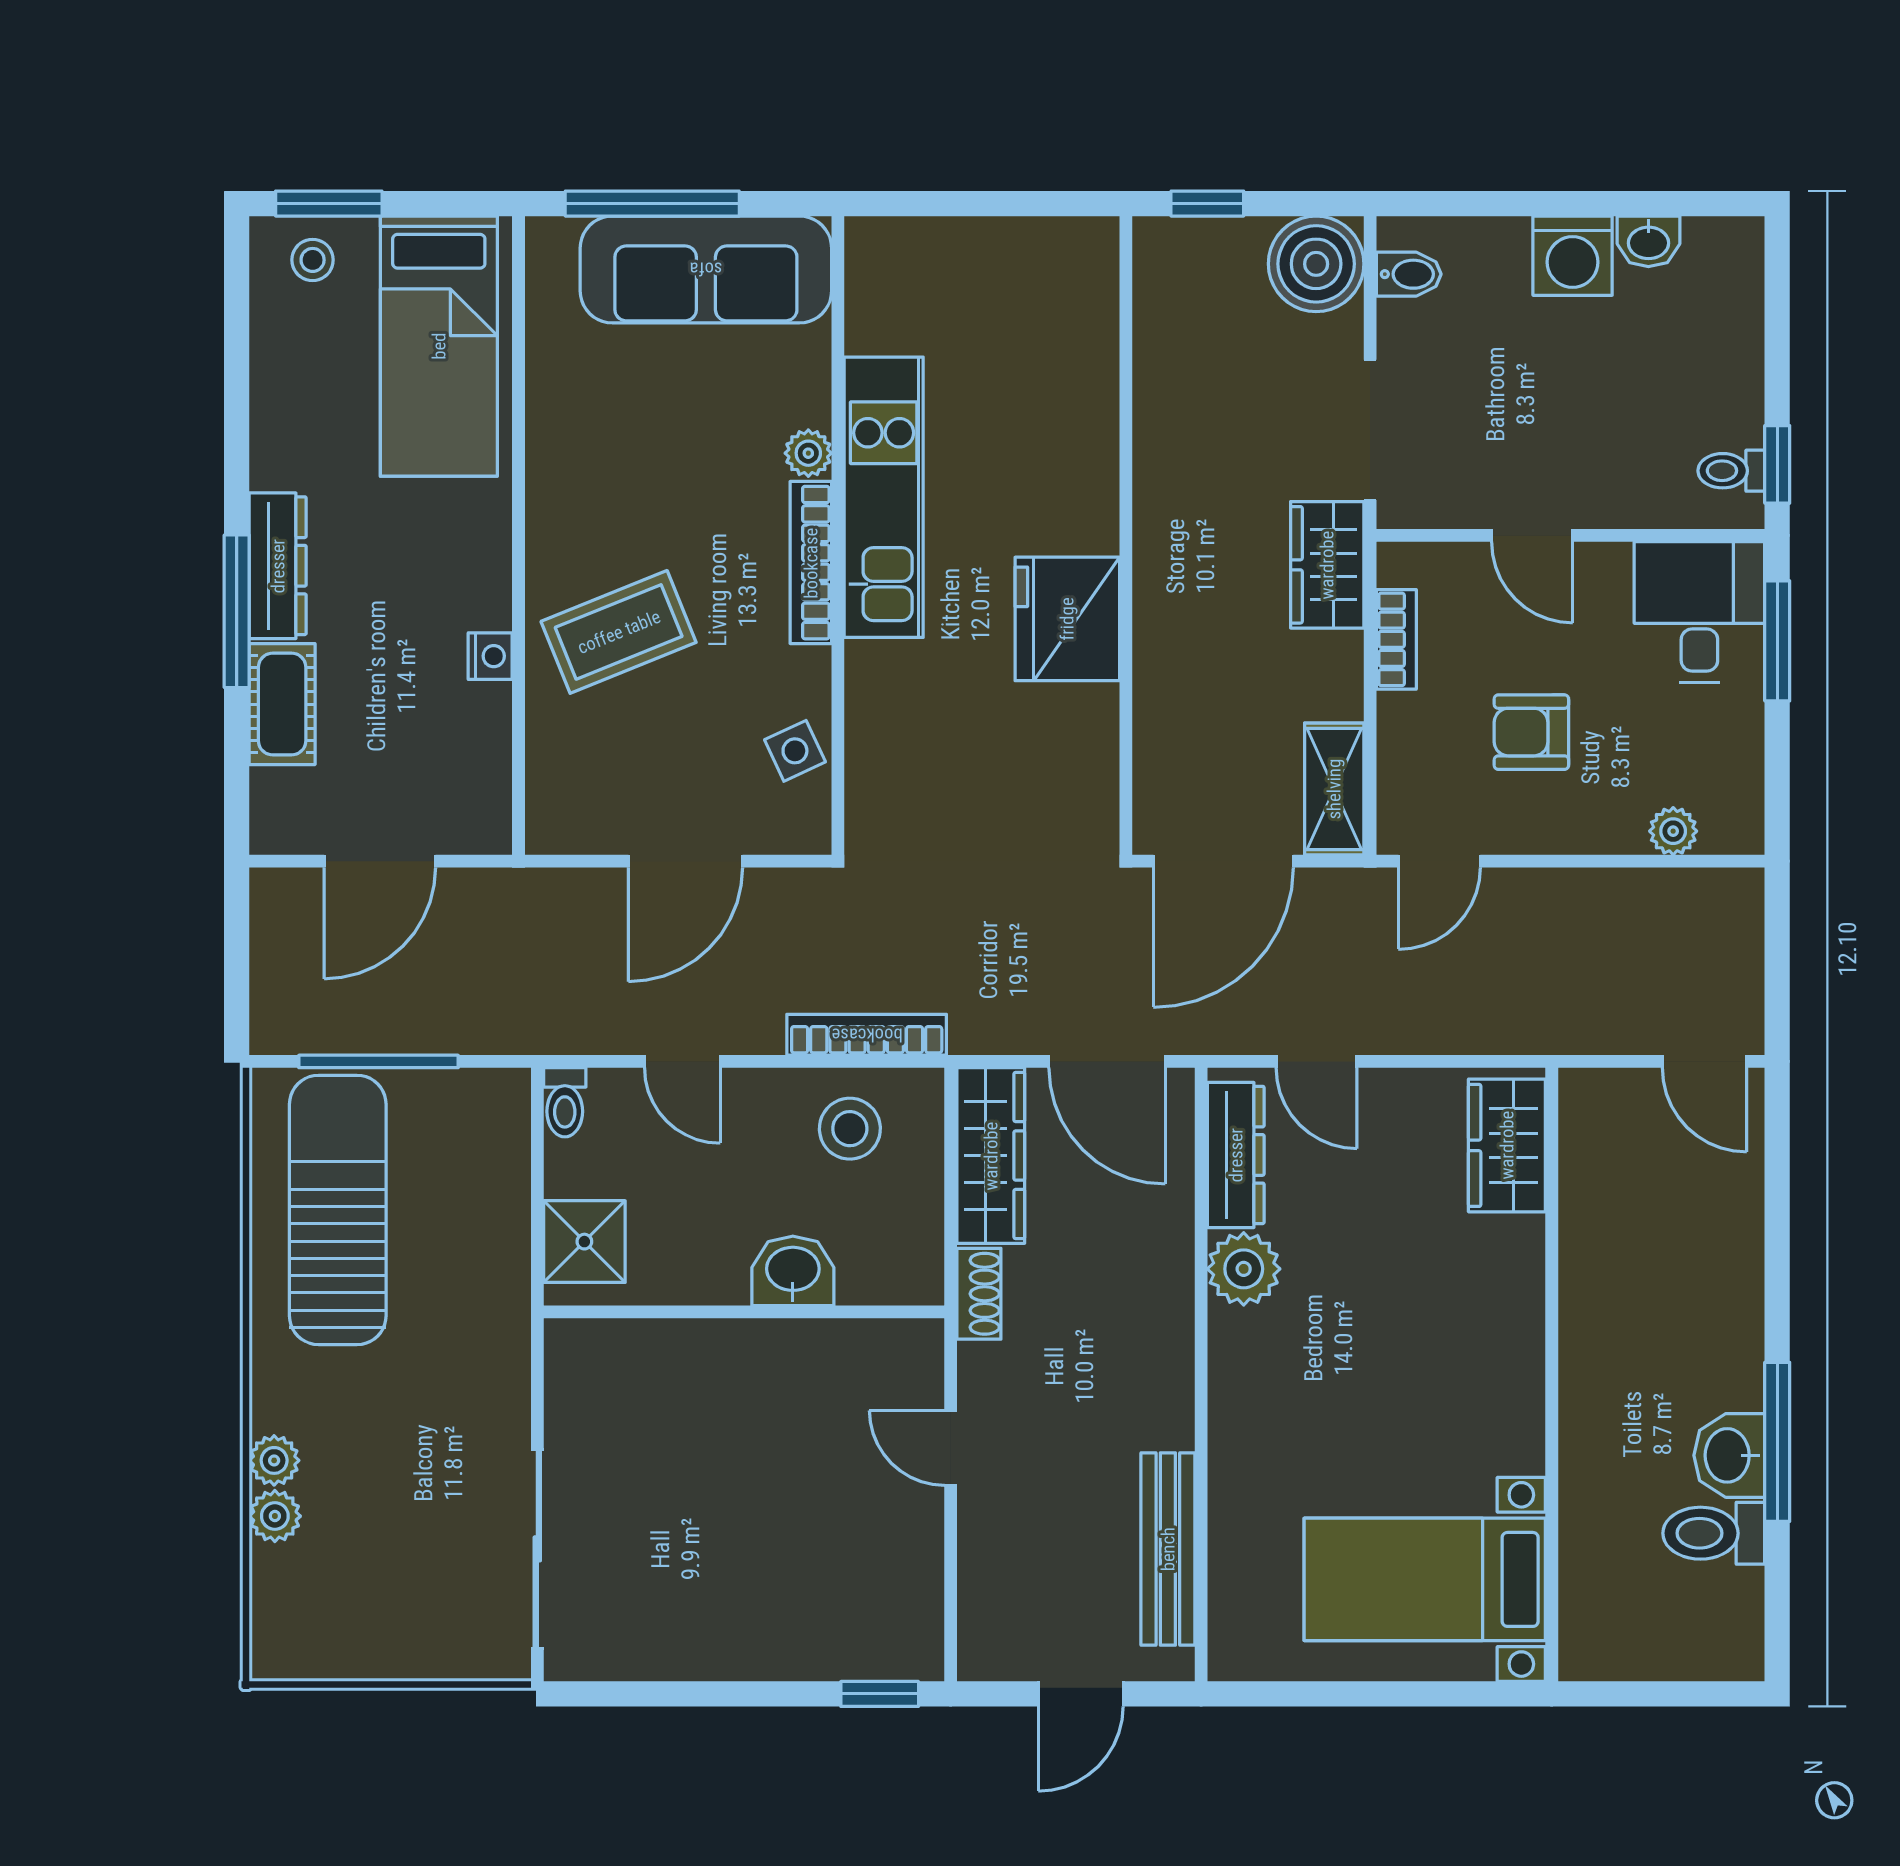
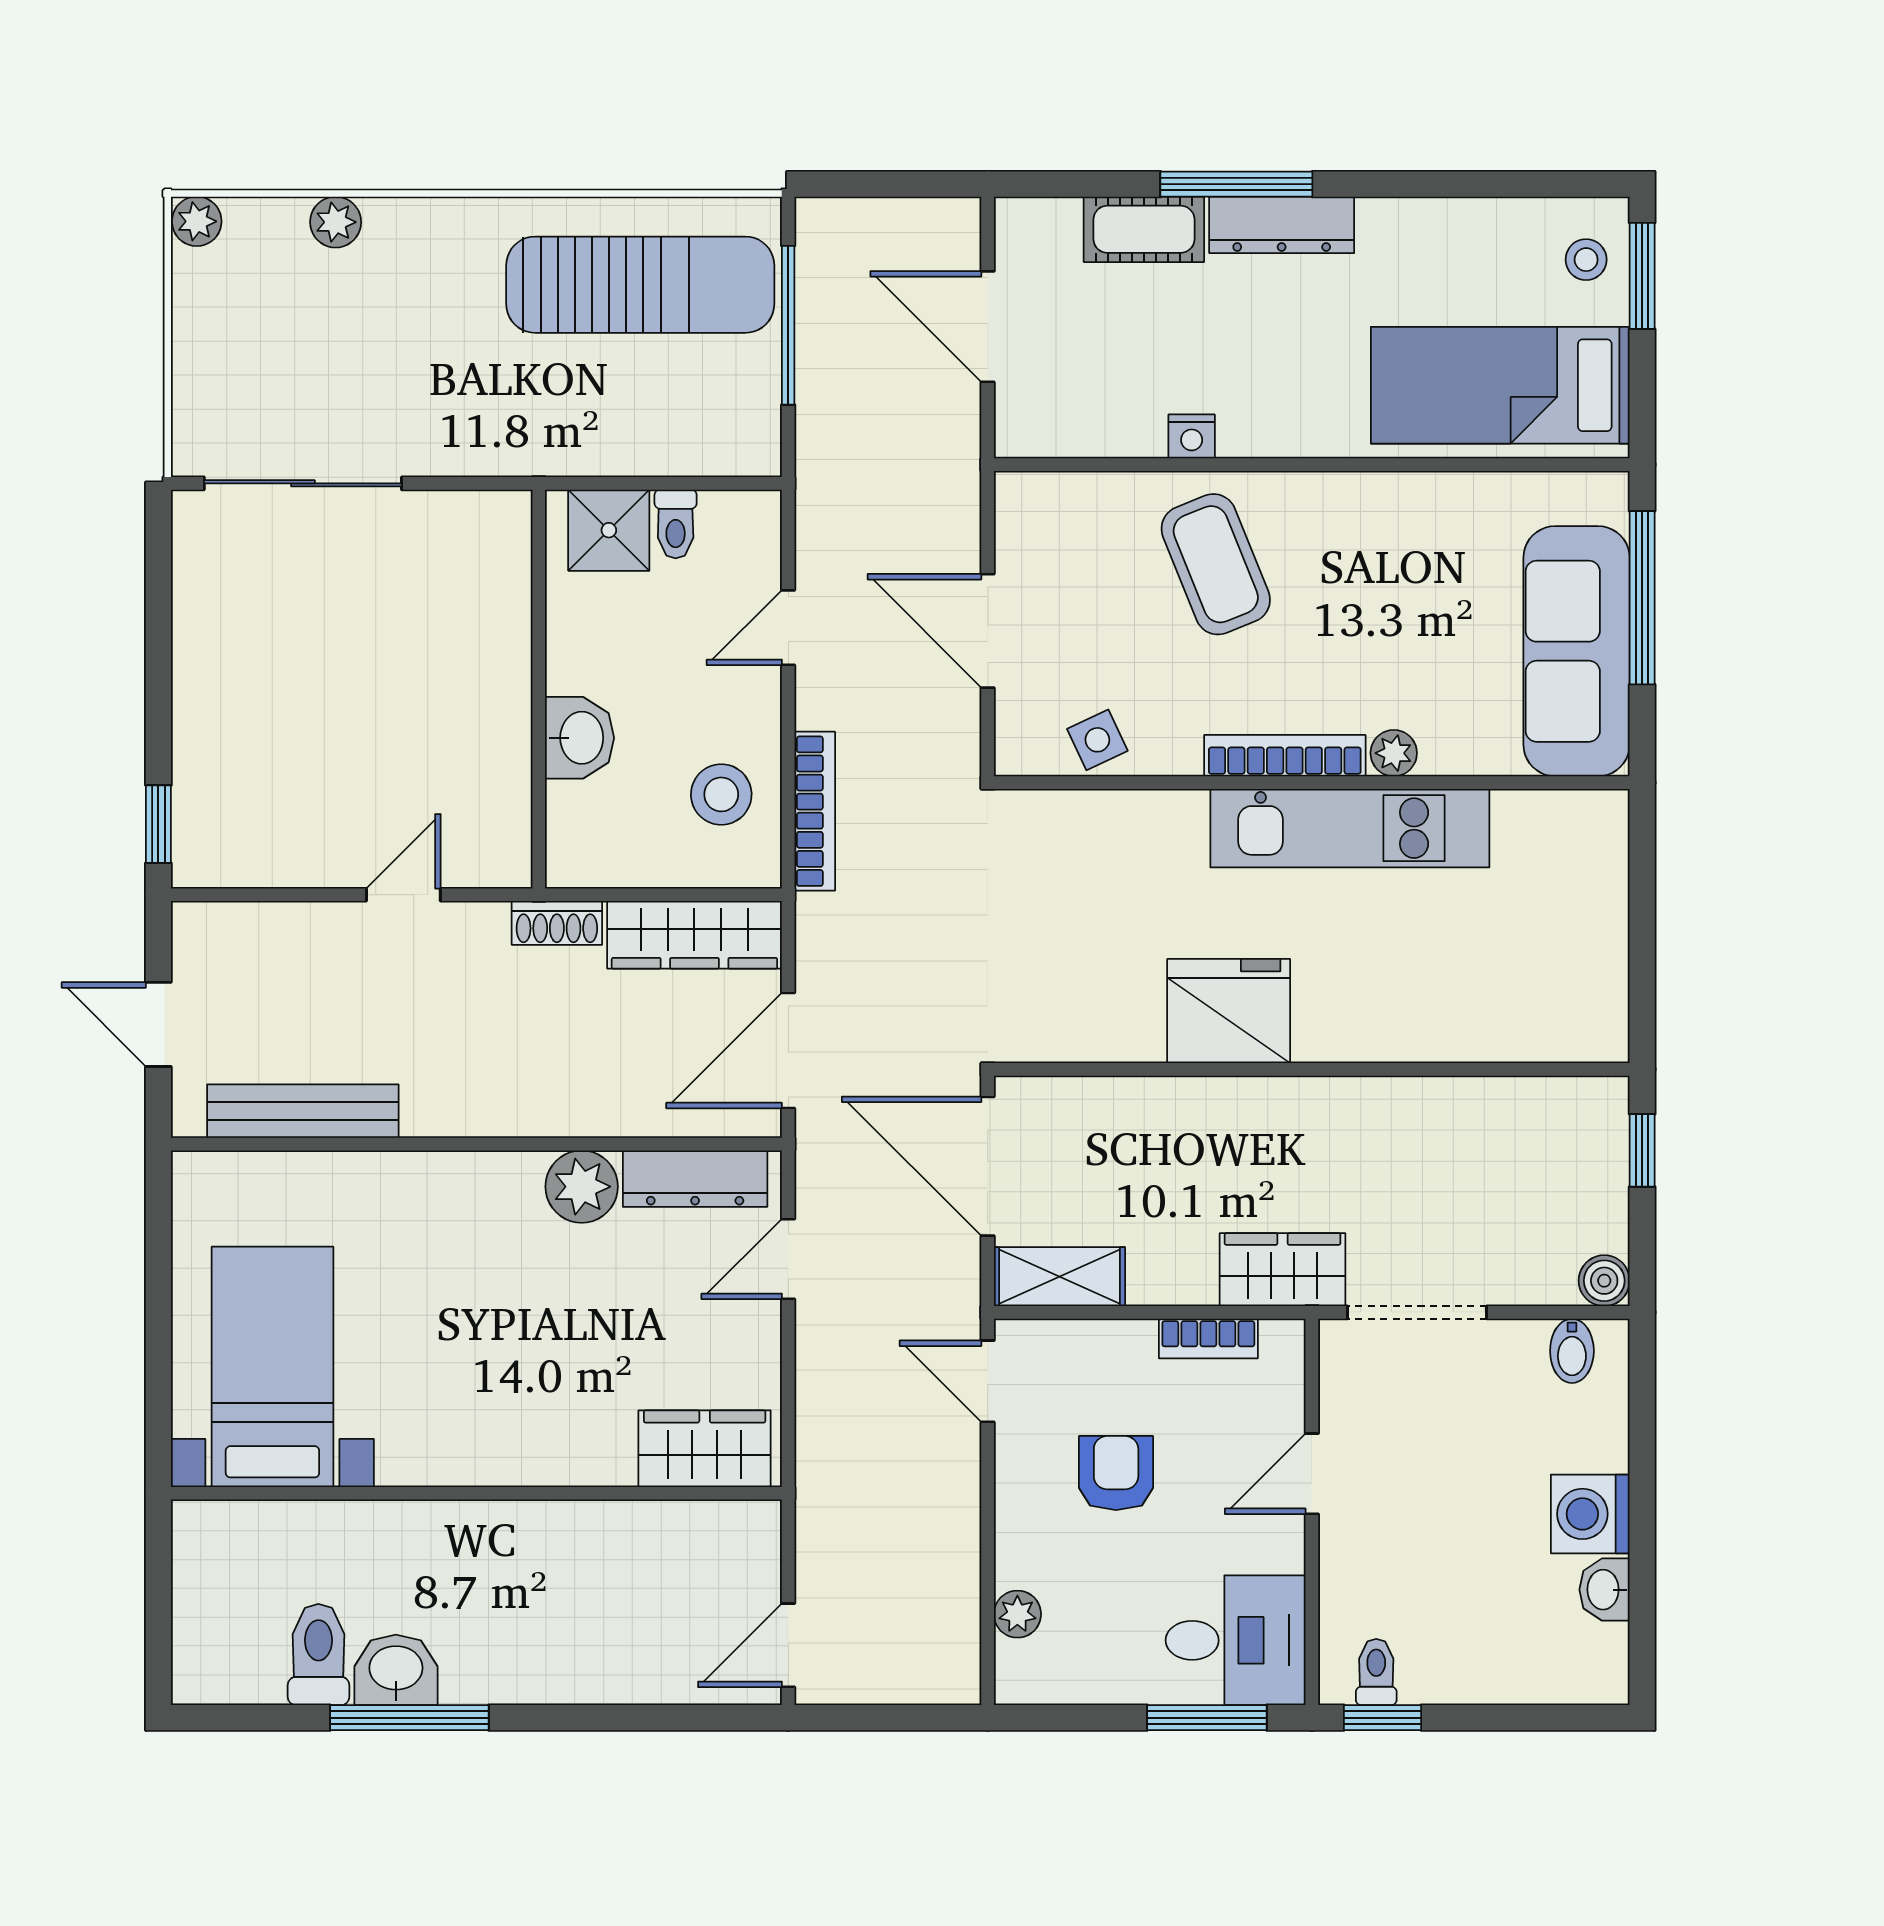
boiler: (1316, 264) -> (1604, 1281), width x0.54, depth x0.54
toilet: (565, 1102) -> (676, 524), moved, turned -90
plant: (274, 1460) -> (197, 221), moved

